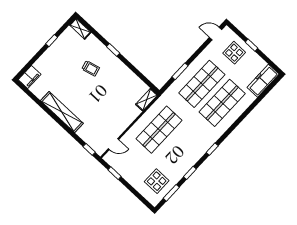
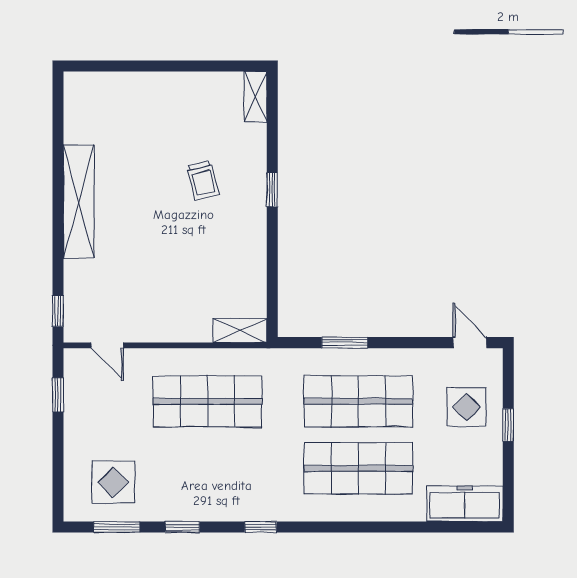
window: (52, 41) -> (187, 66), removed
filing cabinet: (30, 77) -> (87, 87), removed

